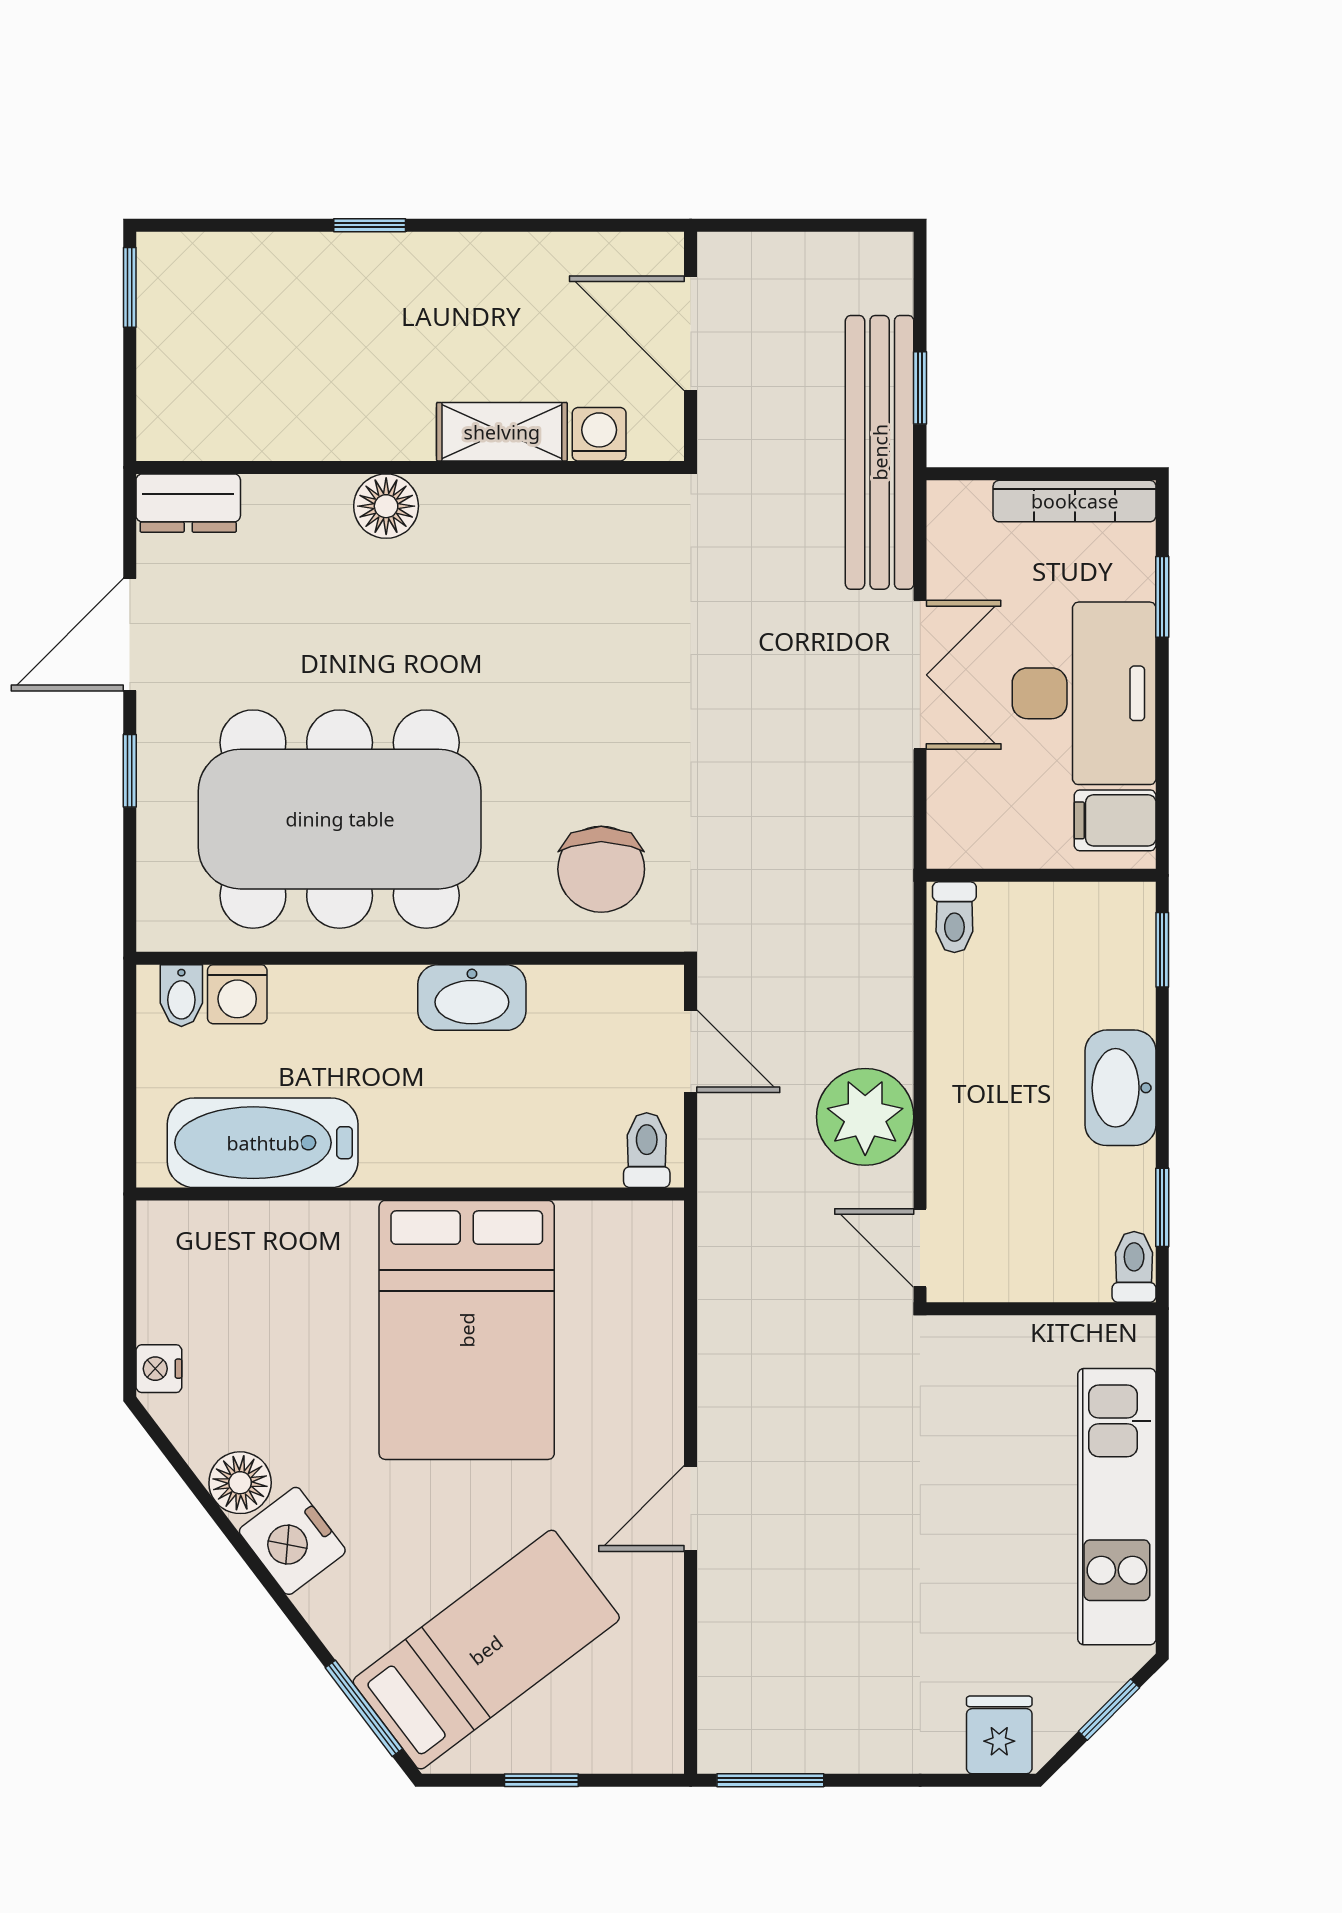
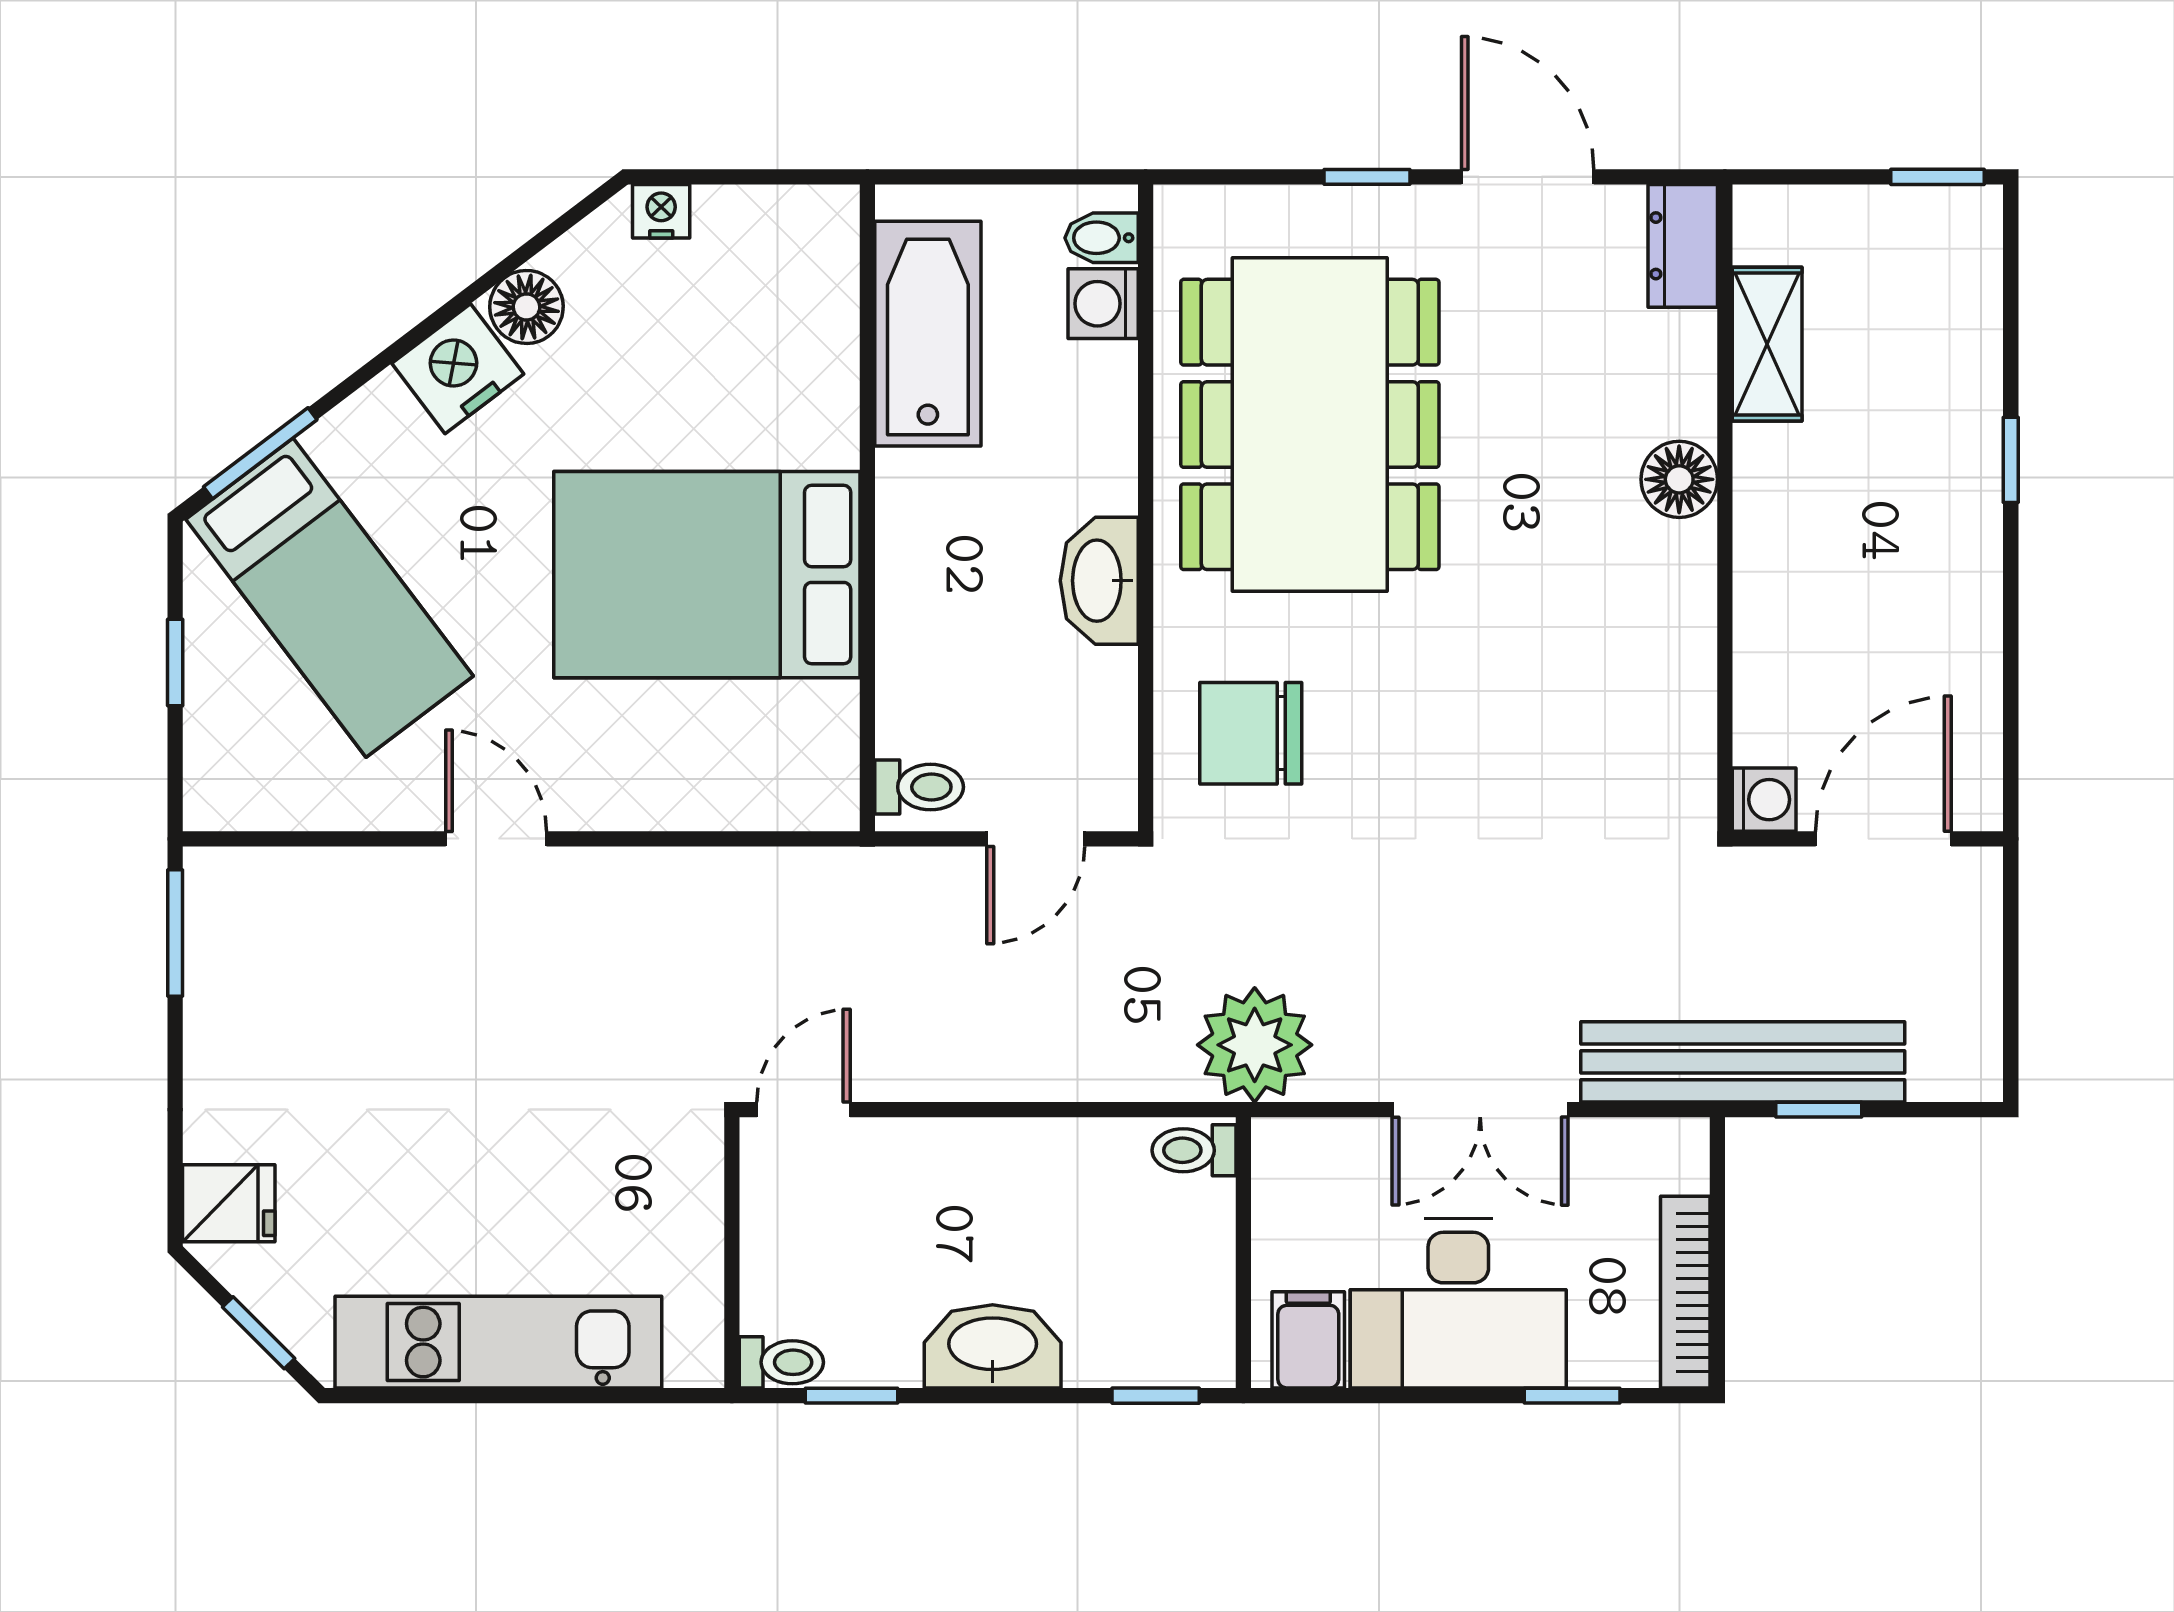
shelving: (502, 432) -> (1767, 344), moved
washing machine: (599, 434) -> (1764, 800), moved
plant: (865, 1117) -> (1255, 1045), moved

